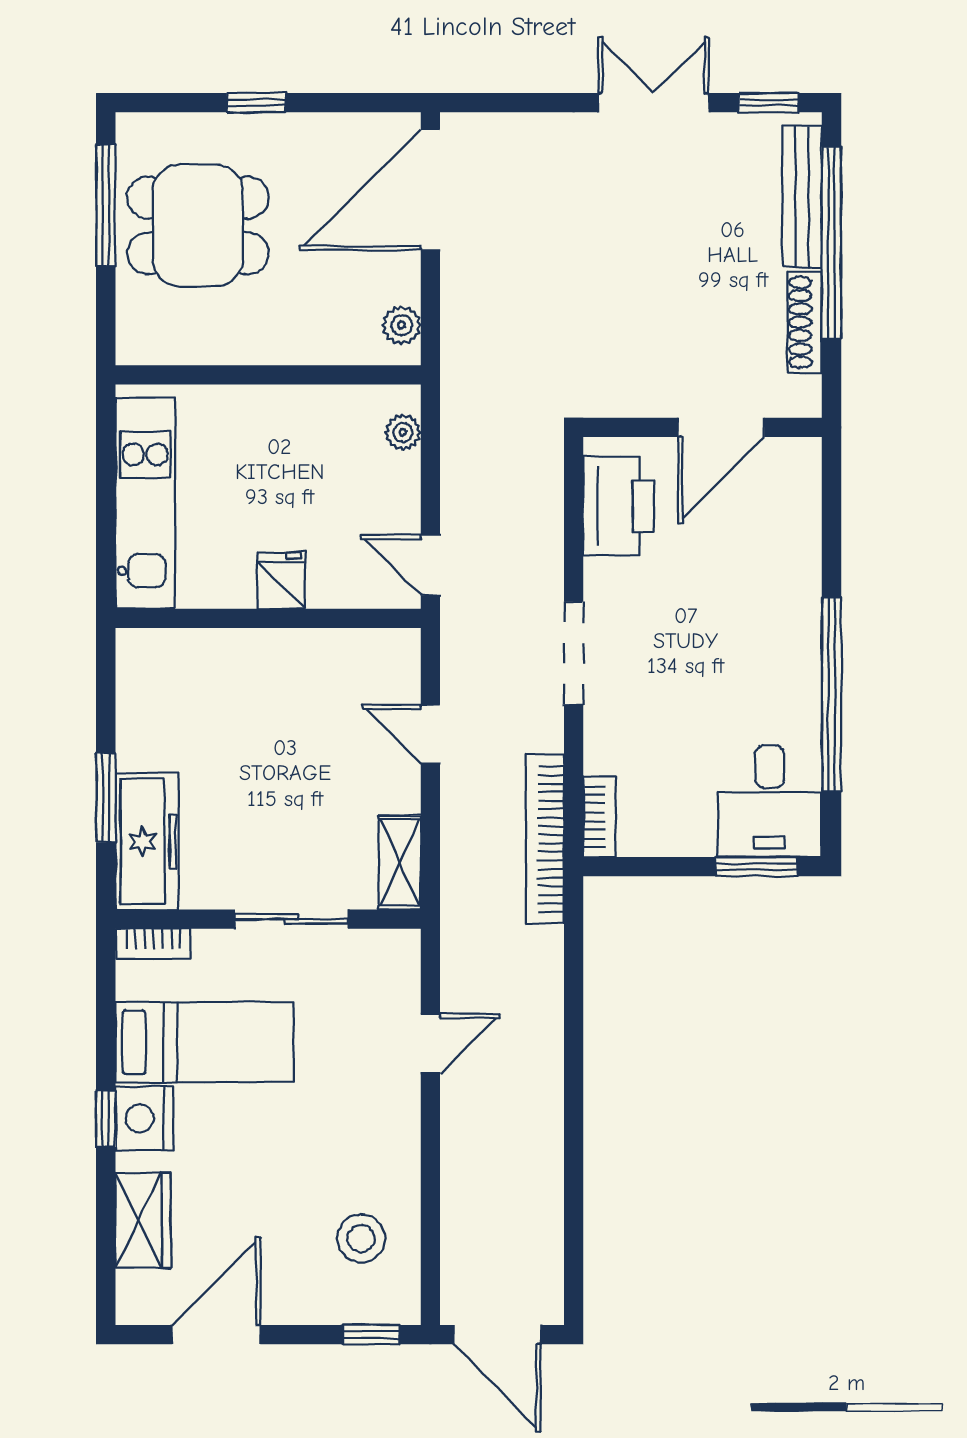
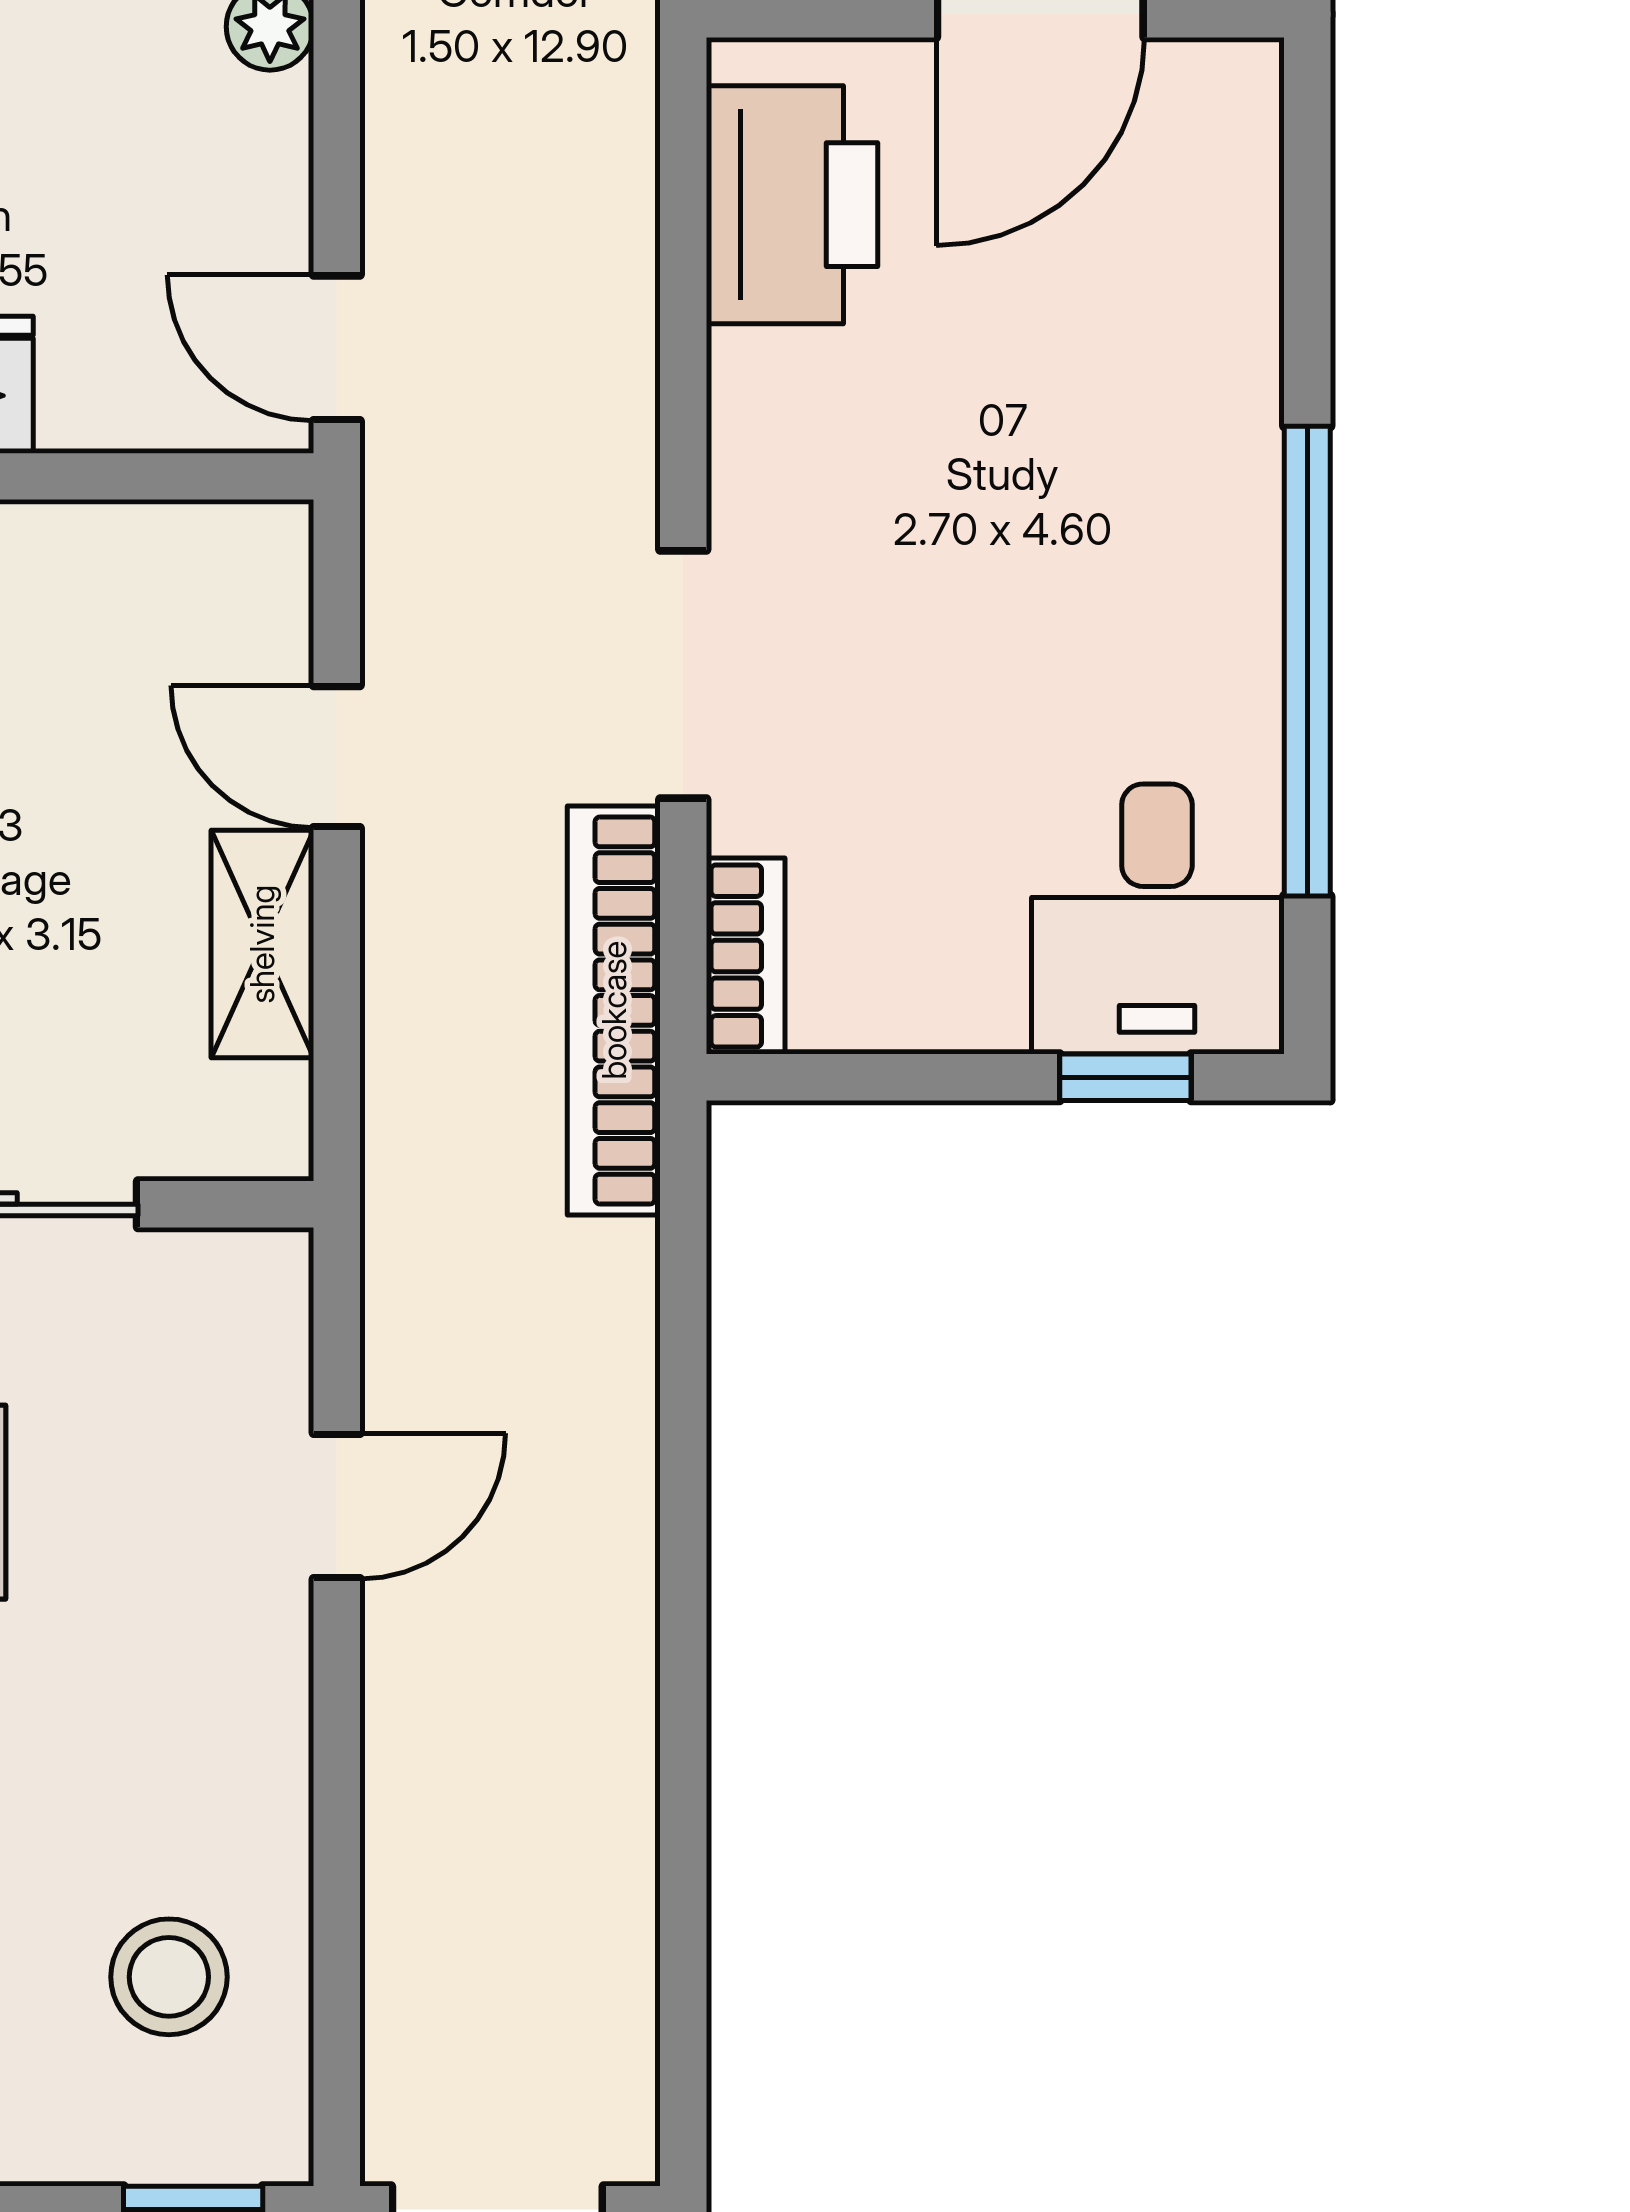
doorway: (574, 653) -> (683, 675), moved
shelving: (400, 863) -> (262, 944), moved
window: (756, 867) -> (1125, 1077), width x0.67

